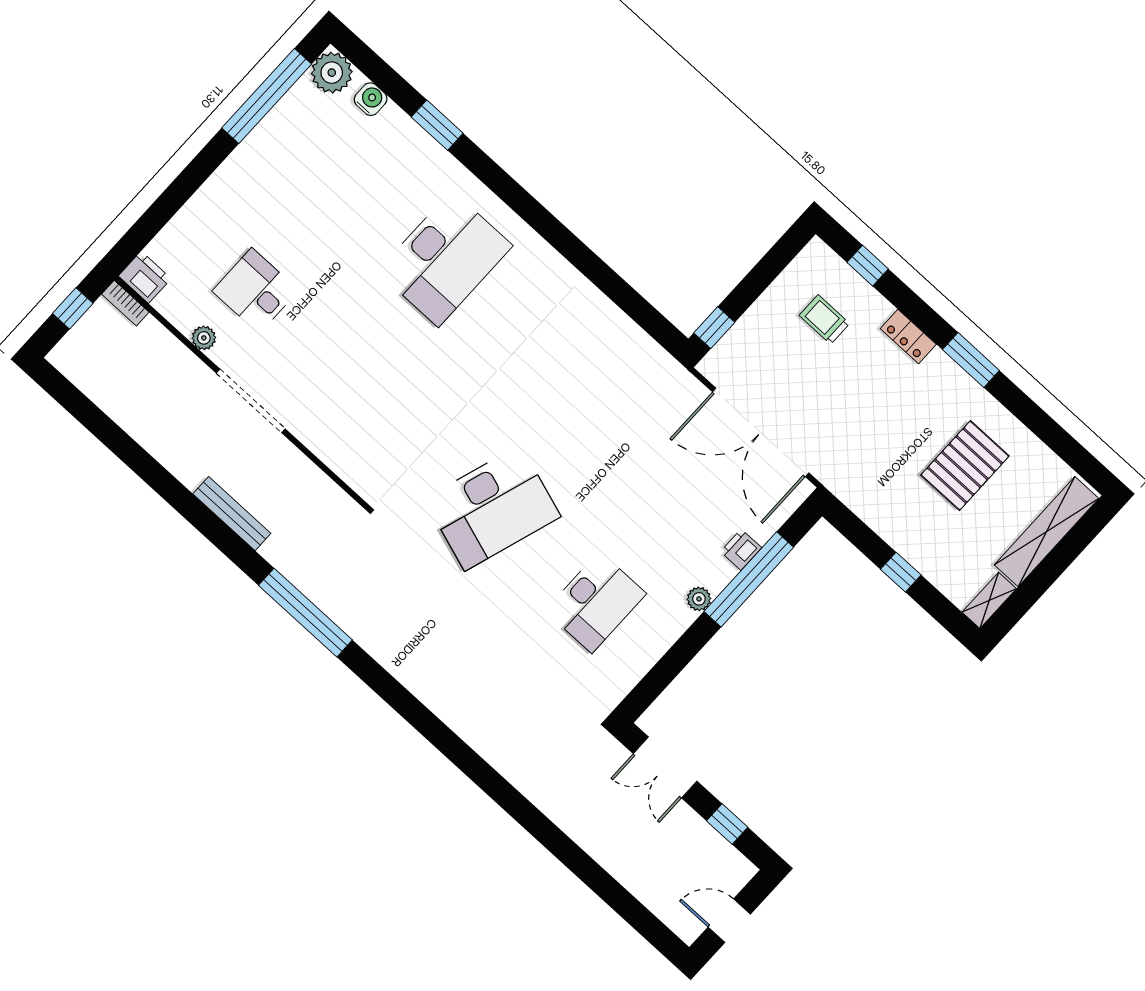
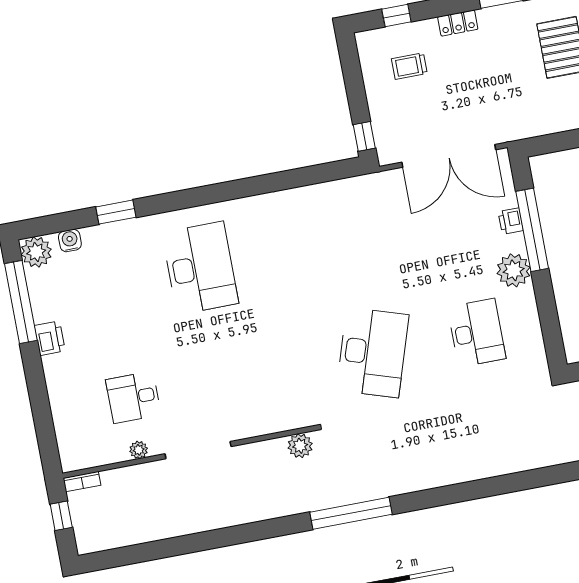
printer: (145, 277) -> (50, 338), moved, turned 90
plant: (336, 505) -> (300, 446), added
bench: (232, 514) -> (258, 513), removed
plant: (699, 599) -> (514, 270), width x1.87, depth x1.87

